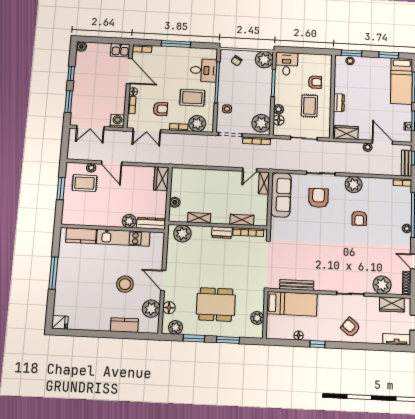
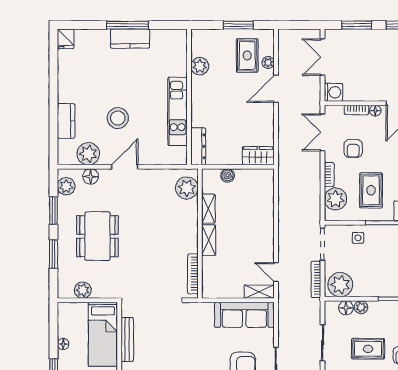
shelving: (242, 220) -> (209, 240), moved
plant: (129, 221) -> (200, 66), moved
dresser: (222, 233) -> (191, 239), removed
kitchen counter: (81, 236) -> (130, 39), moved, turned -90

